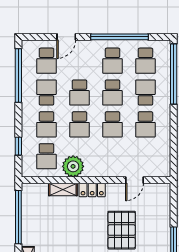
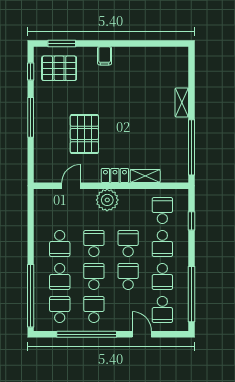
door: (66, 37) -> (142, 334), hinge flipped
school desk: (46, 61) -> (162, 310), turned 180
school desk: (46, 124) -> (162, 244), turned 180
school desk: (145, 124) -> (60, 244), turned 180
plant: (73, 166) -> (107, 200), moved

